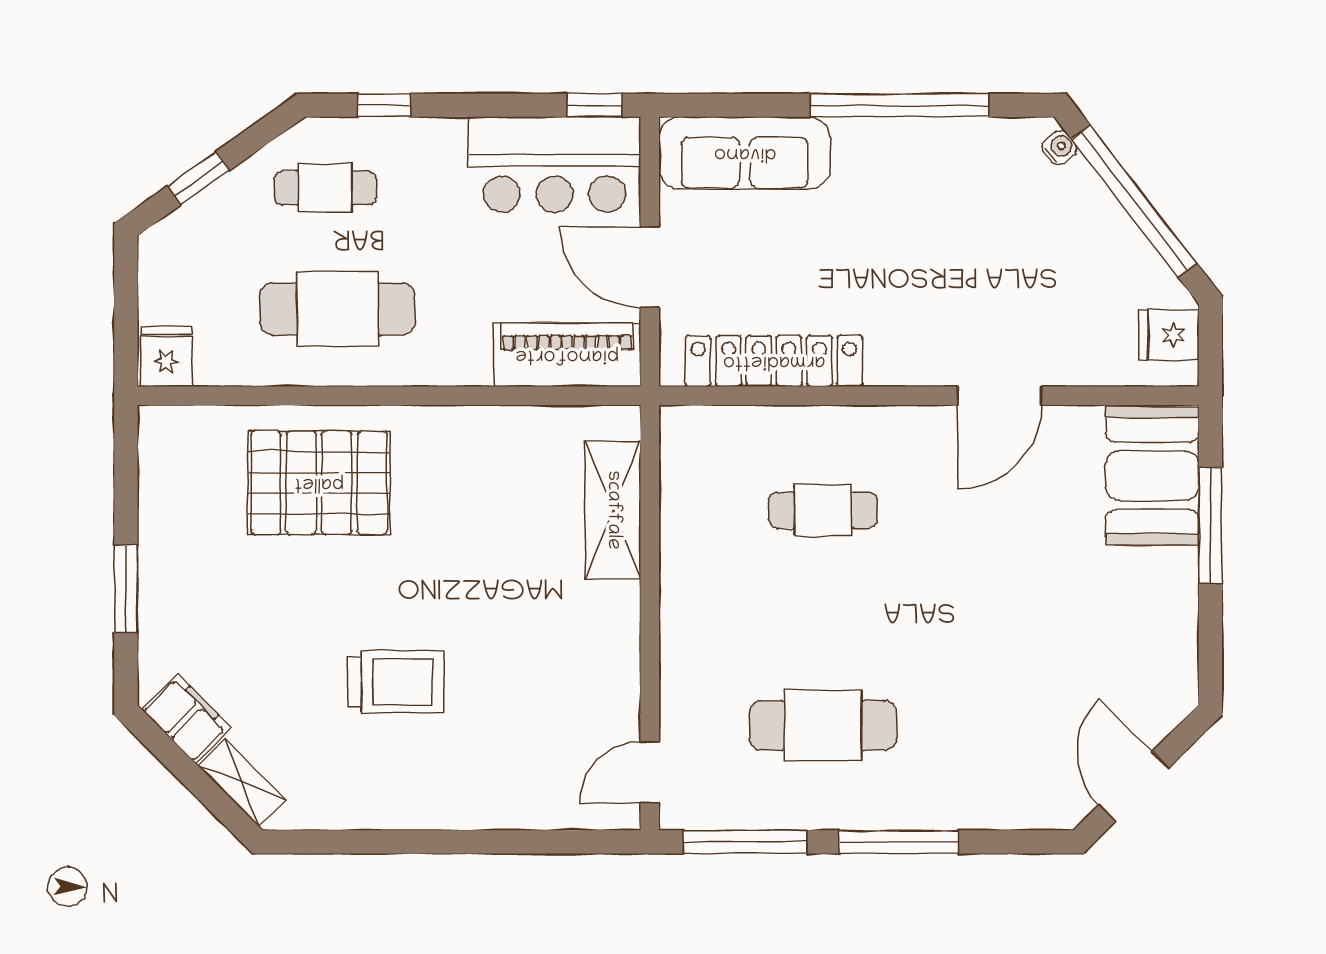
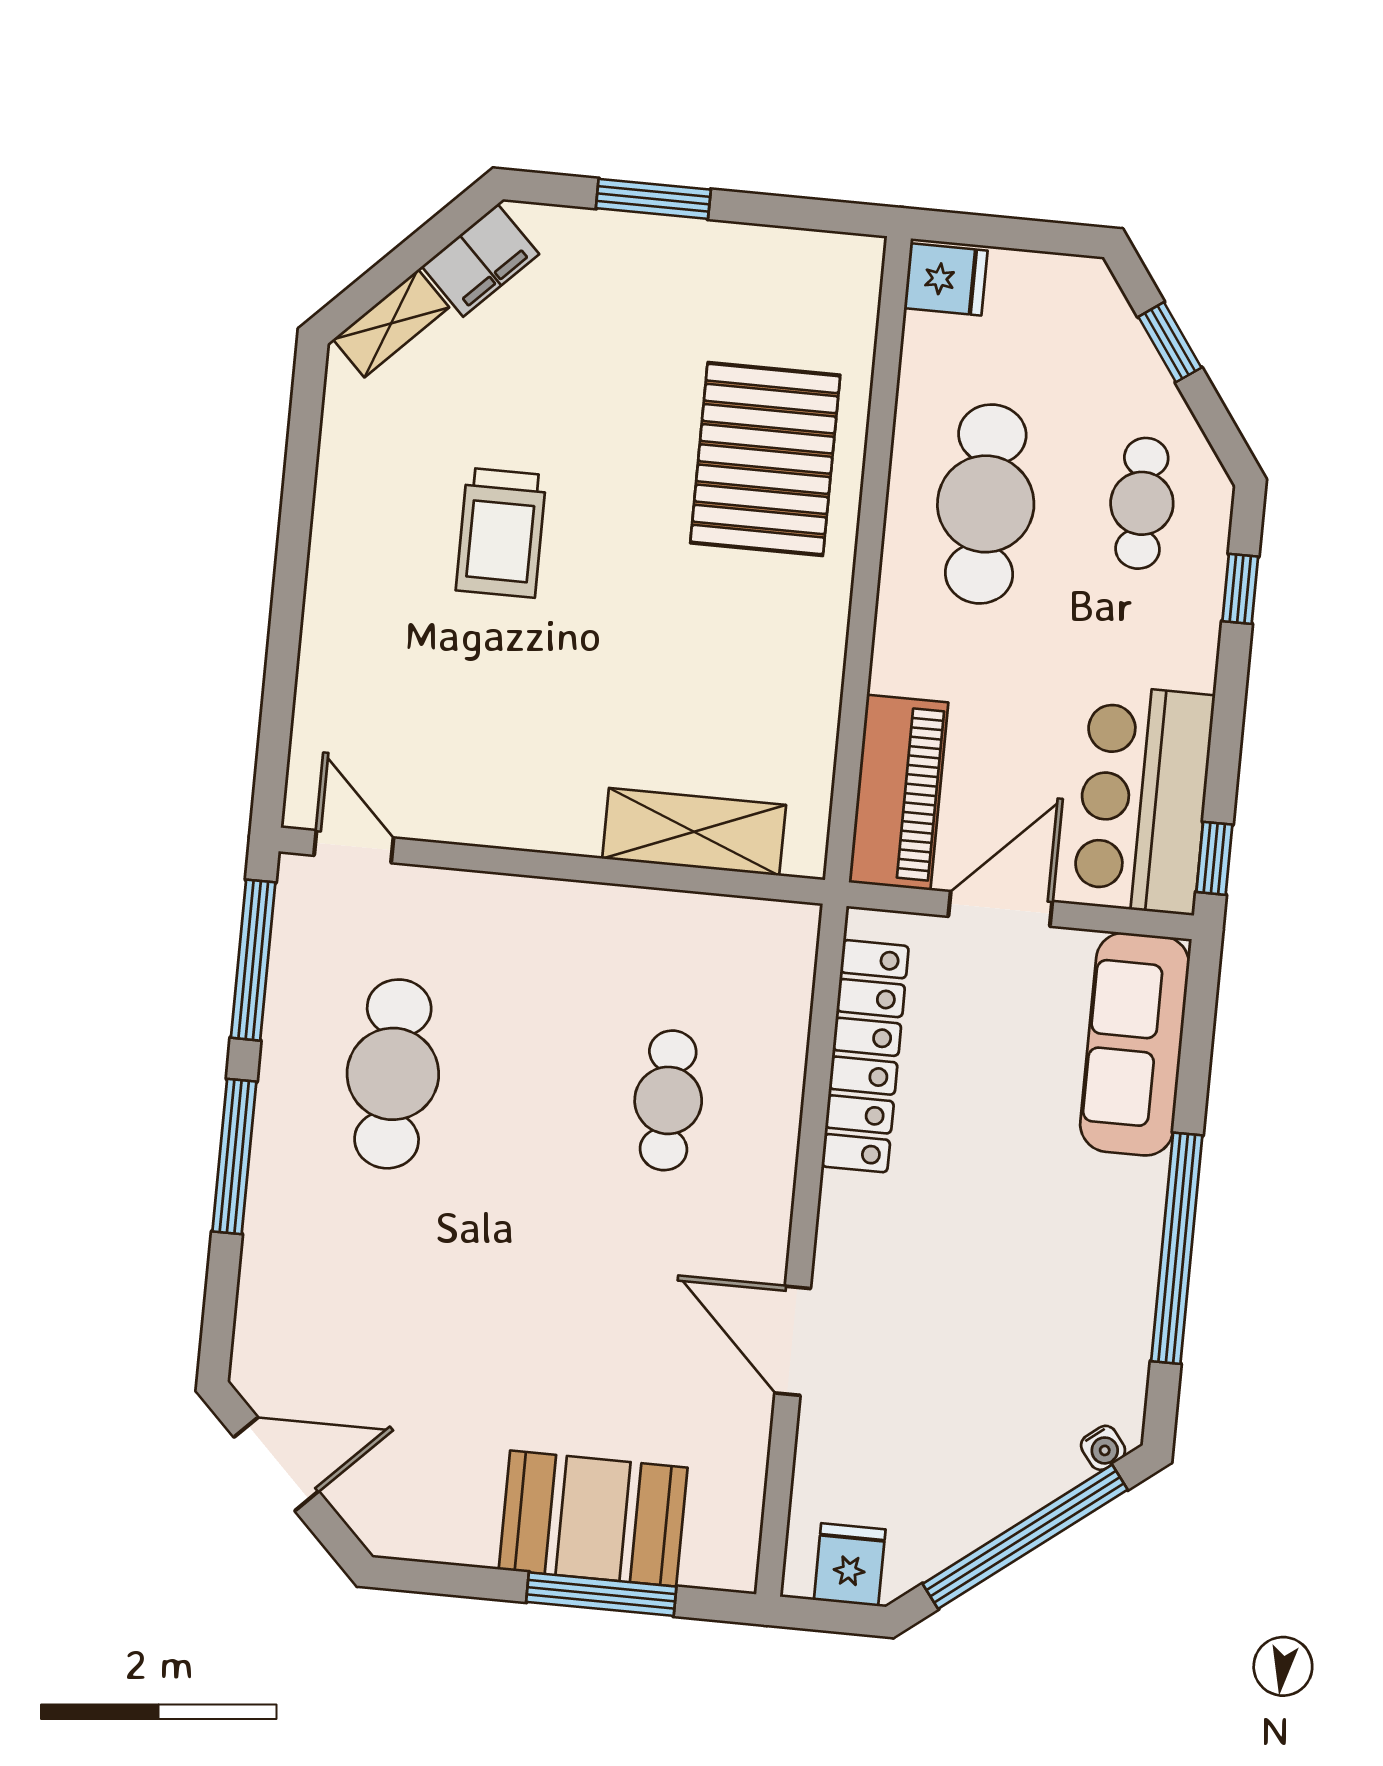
booth: (1152, 476) -> (593, 1519), moved

